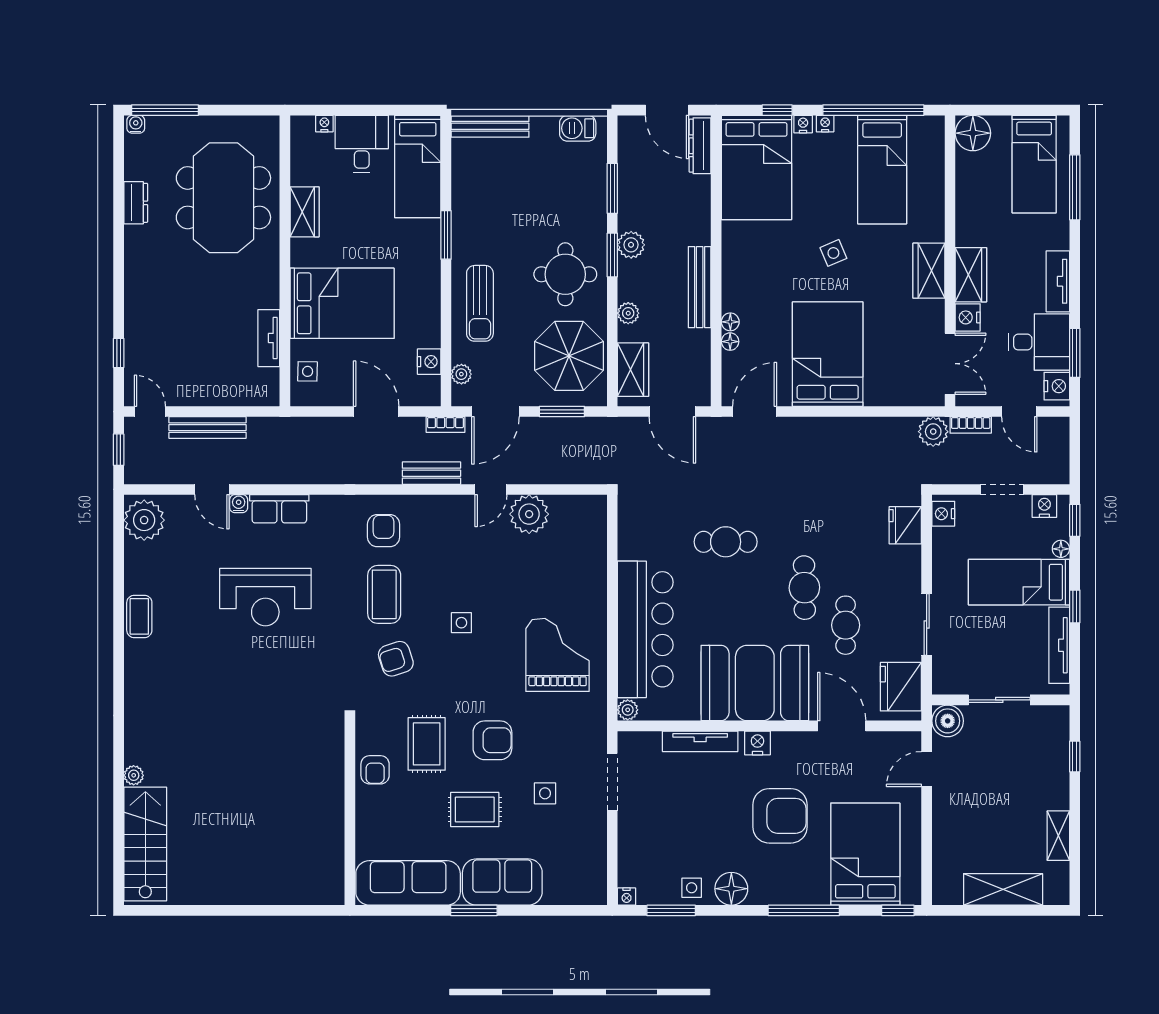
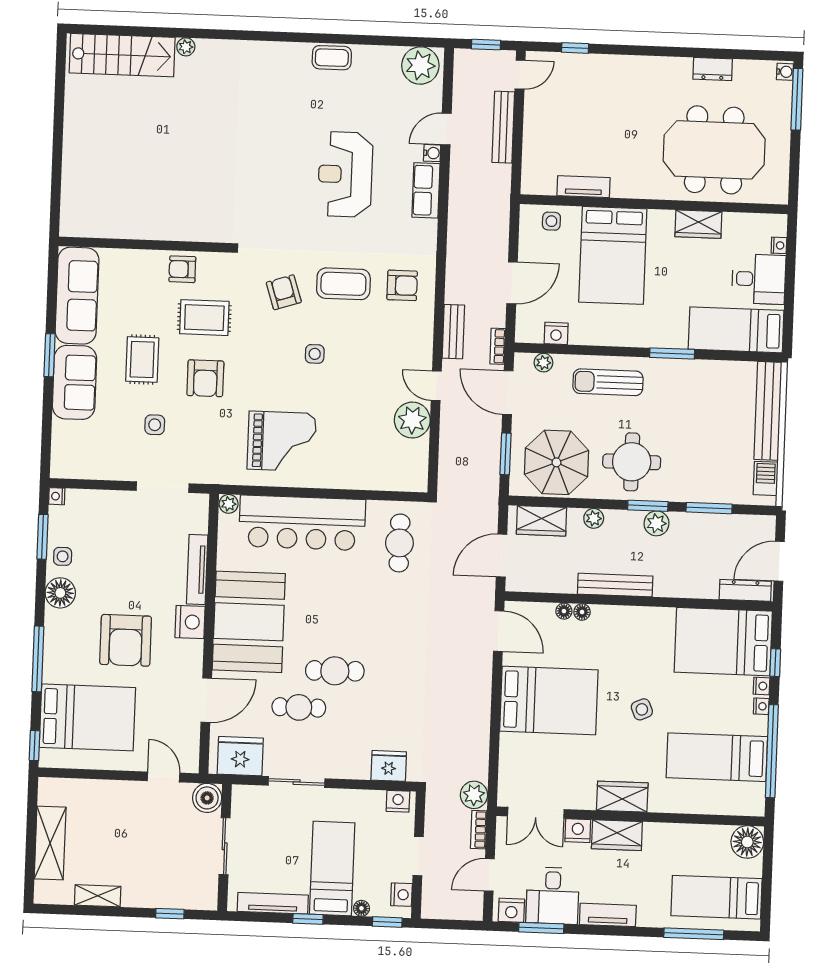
bench: (490, 126) -> (768, 411), width x1.37, depth x1.21
cafe table: (726, 542) -> (399, 543), moved
nightstand: (757, 743) -> (190, 622), width x1.36, depth x1.33

